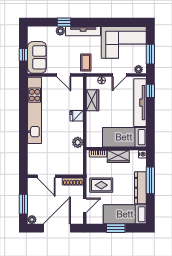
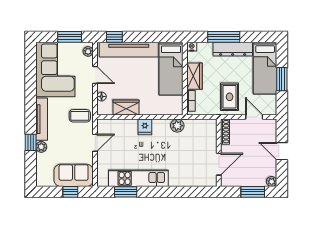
window: (23, 100) -> (126, 192), added
kitchen unit: (35, 110) -> (138, 178), width x0.73
door: (57, 228) -> (282, 151), width x0.53

